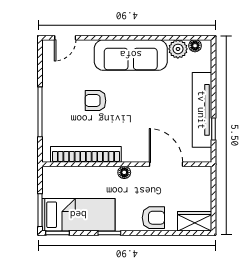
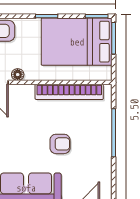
floor lamp: (124, 172) -> (18, 75), moved
bed: (78, 215) -> (77, 42), width x1.50

